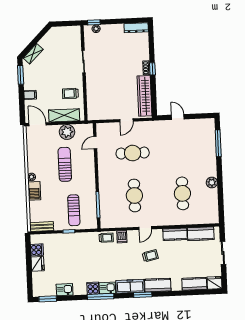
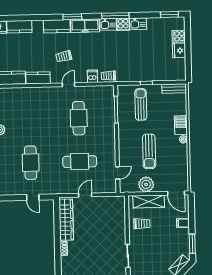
window: (152, 69) -> (58, 247), removed
cafe table: (182, 193) -> (31, 163), moved
cooker: (37, 250) -> (179, 36), moved
kitchen sink: (65, 290) -> (138, 24), moved

